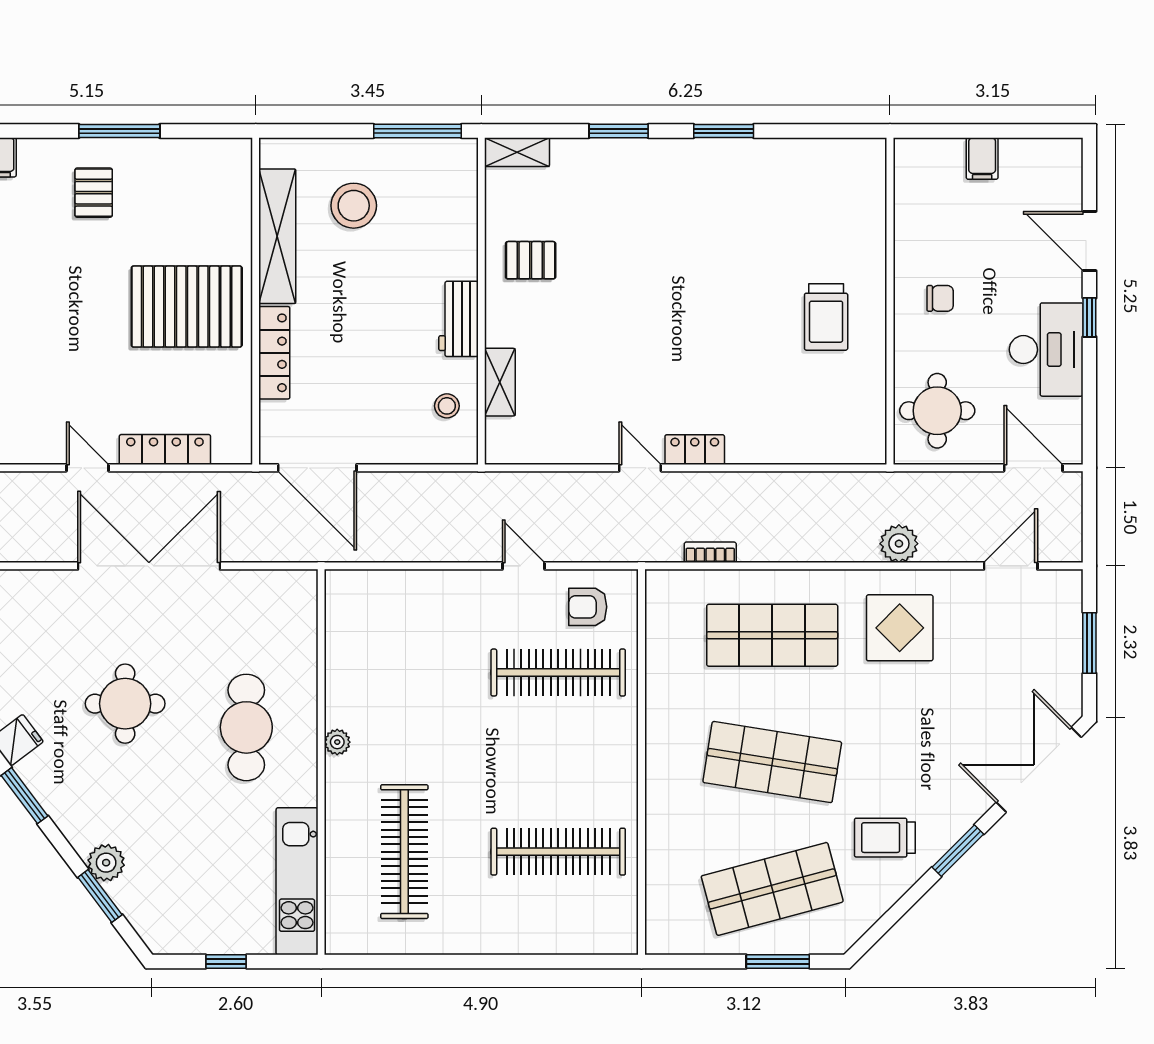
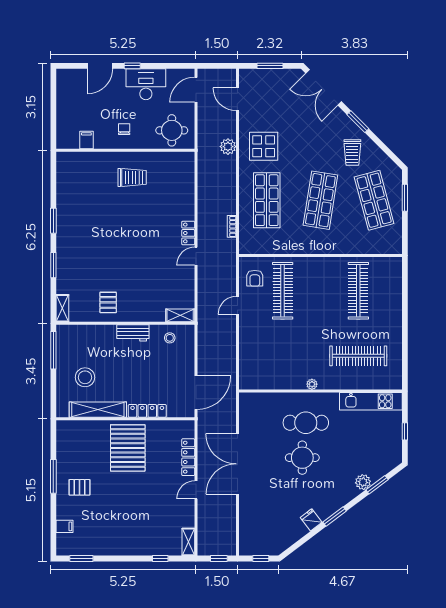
filing cabinet: (982, 159) -> (86, 140), moved, turned -90
shelving: (500, 382) -> (180, 315), moved
round table: (125, 704) -> (302, 458), moved

